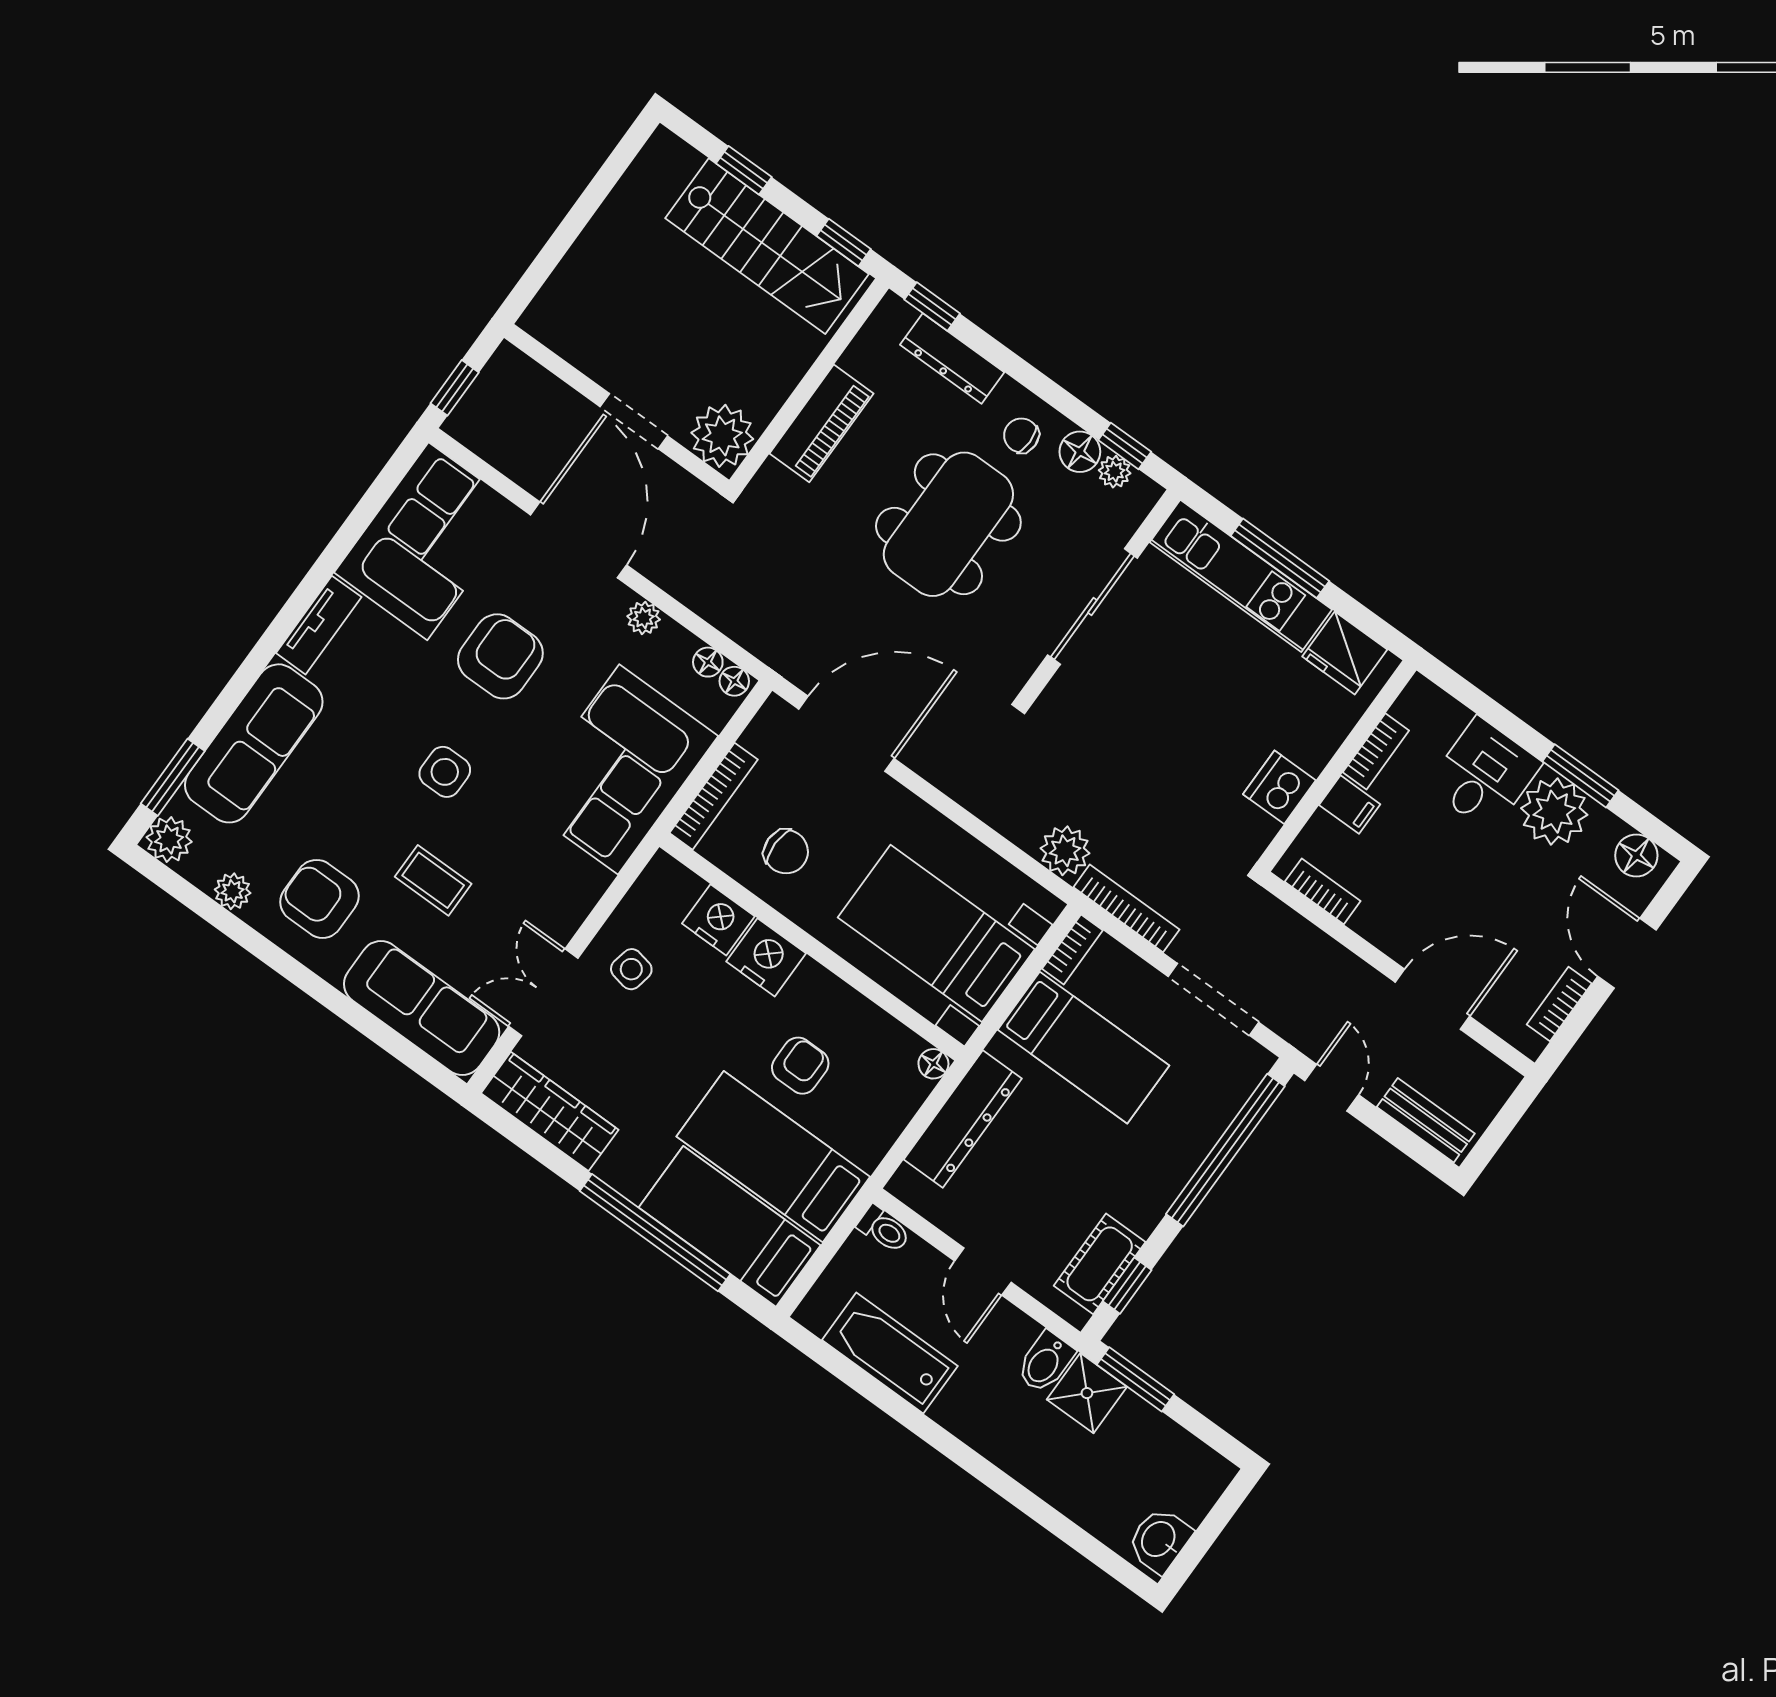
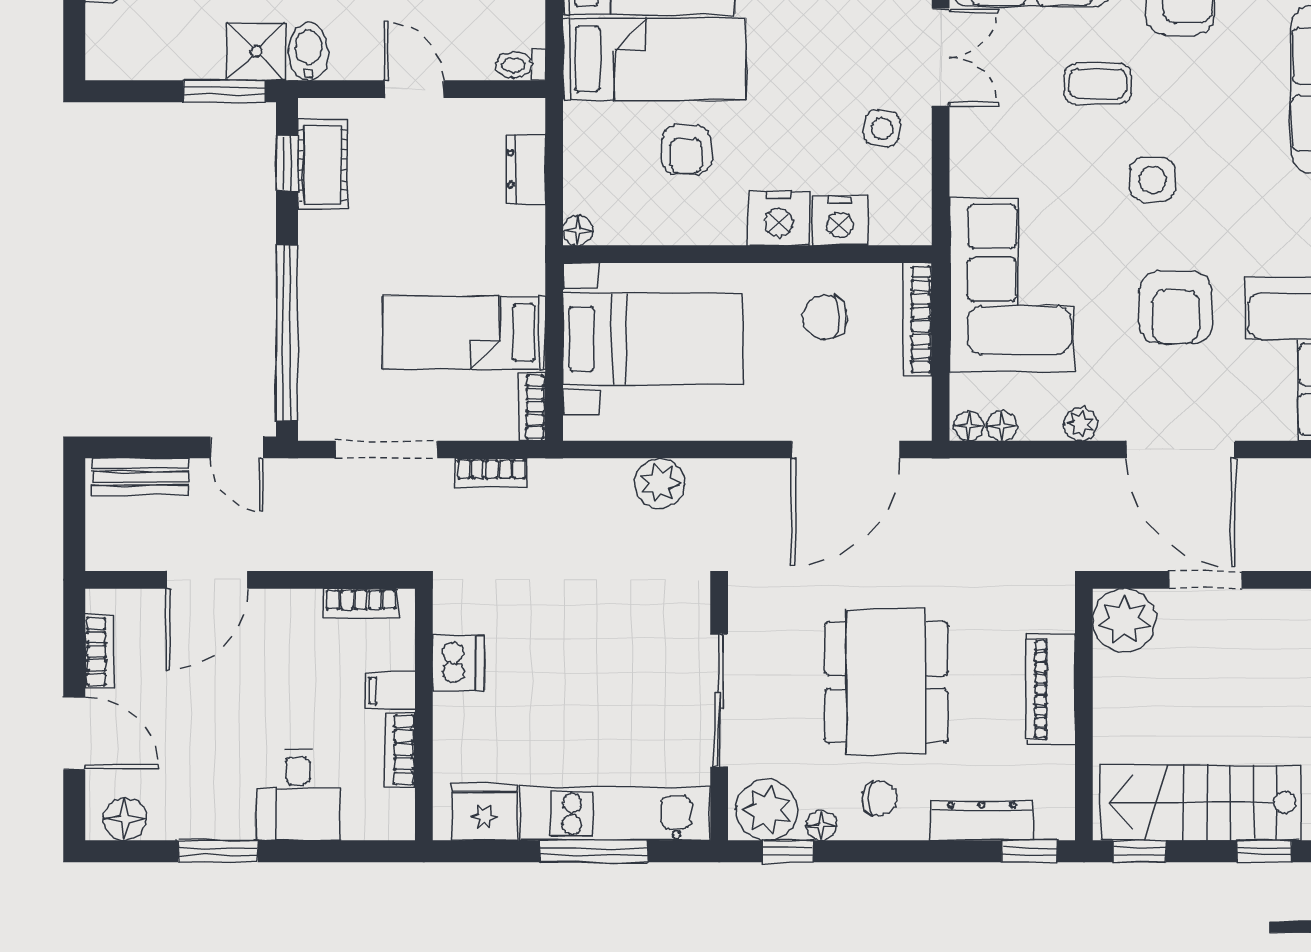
floor lamp: (1080, 452) -> (821, 825), width x0.73, depth x0.73
plant: (1115, 472) -> (767, 810), width x1.87, depth x1.87
plant: (1554, 812) -> (218, 806), removed
plant: (1065, 851) -> (660, 483), moved
bookcase: (1126, 908) -> (492, 473), width x0.64
dresser: (963, 1119) -> (526, 169), width x0.51, depth x0.80

